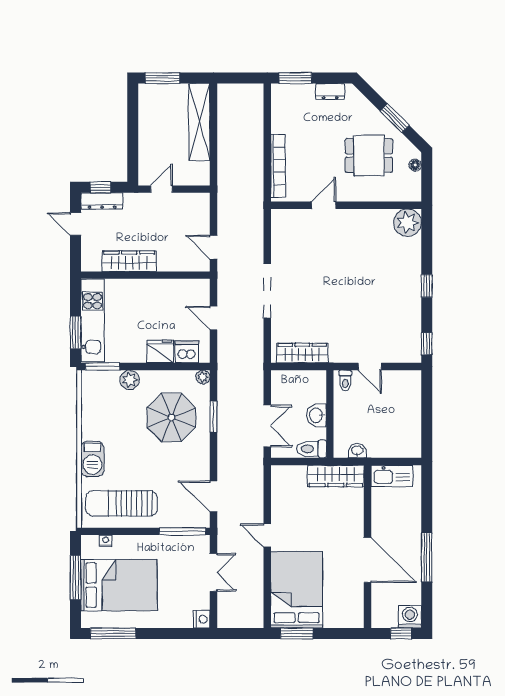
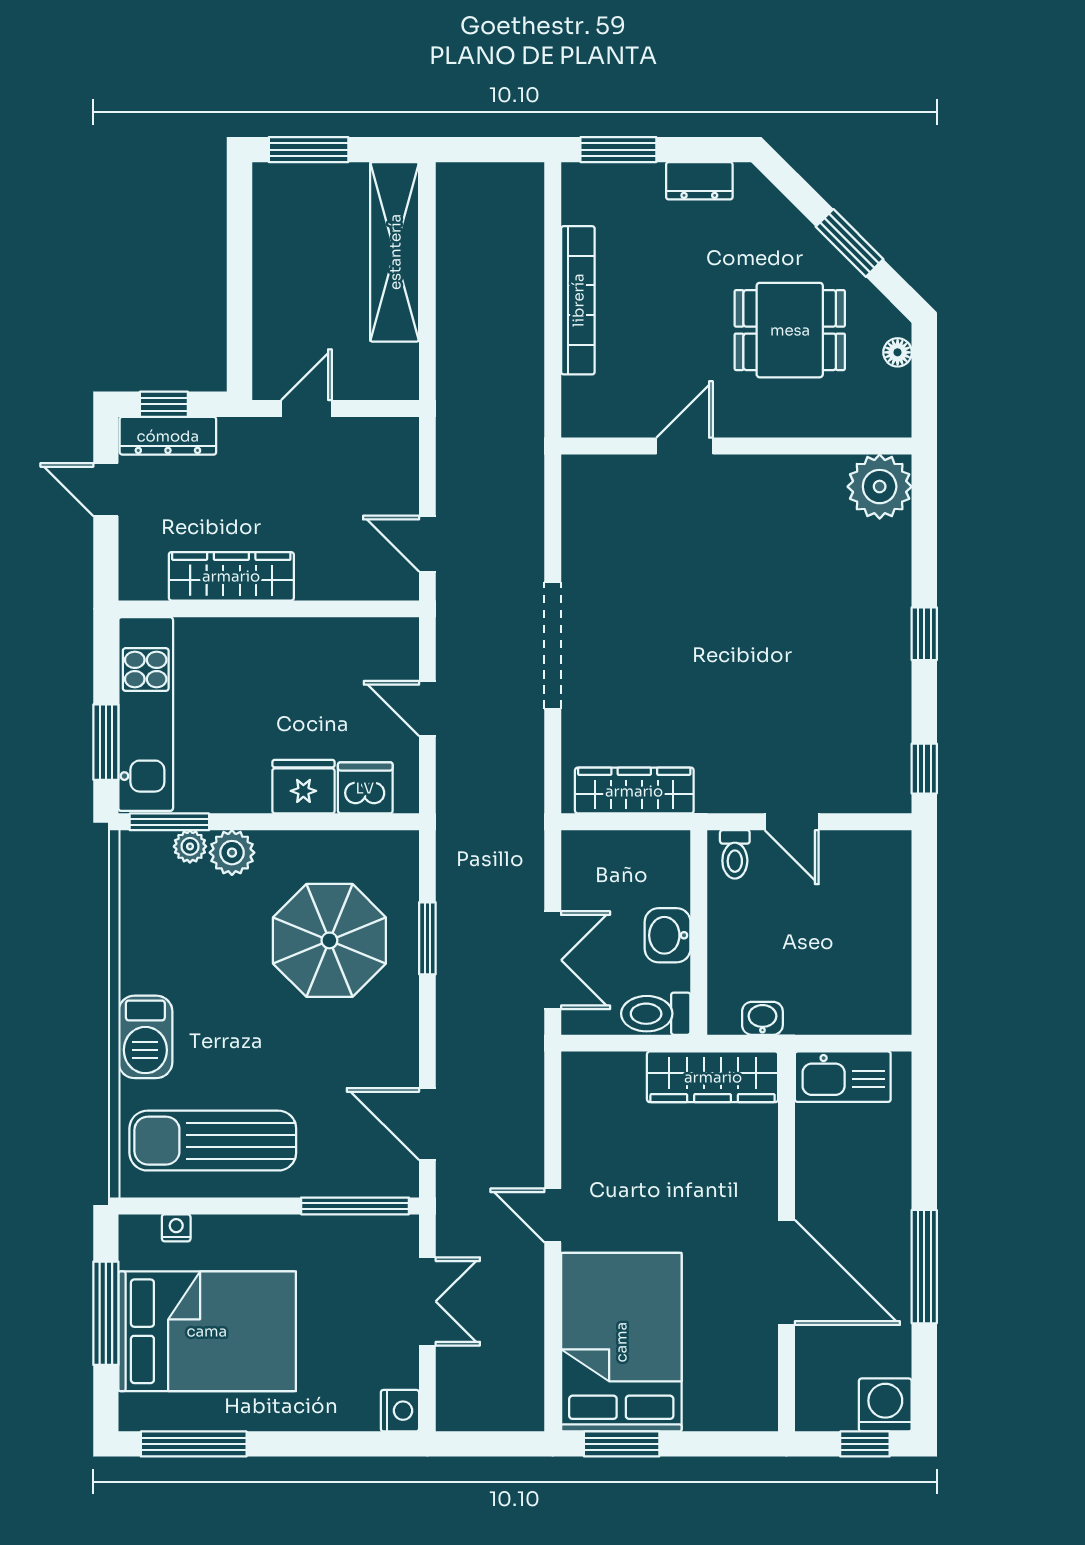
bookcase: (278, 166) -> (578, 300), moved
plant: (203, 377) -> (190, 846), moved

